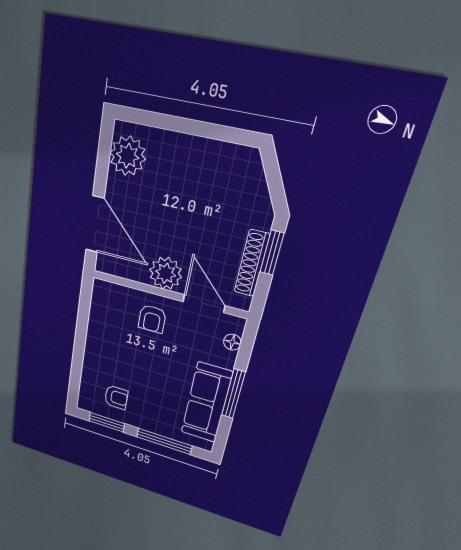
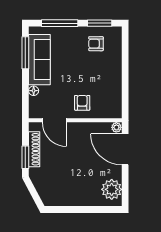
plant: (166, 273) -> (116, 127), moved, width x0.53, depth x0.53
floor lamp: (232, 342) -> (34, 91), moved
window: (233, 394) -> (25, 53), moved

